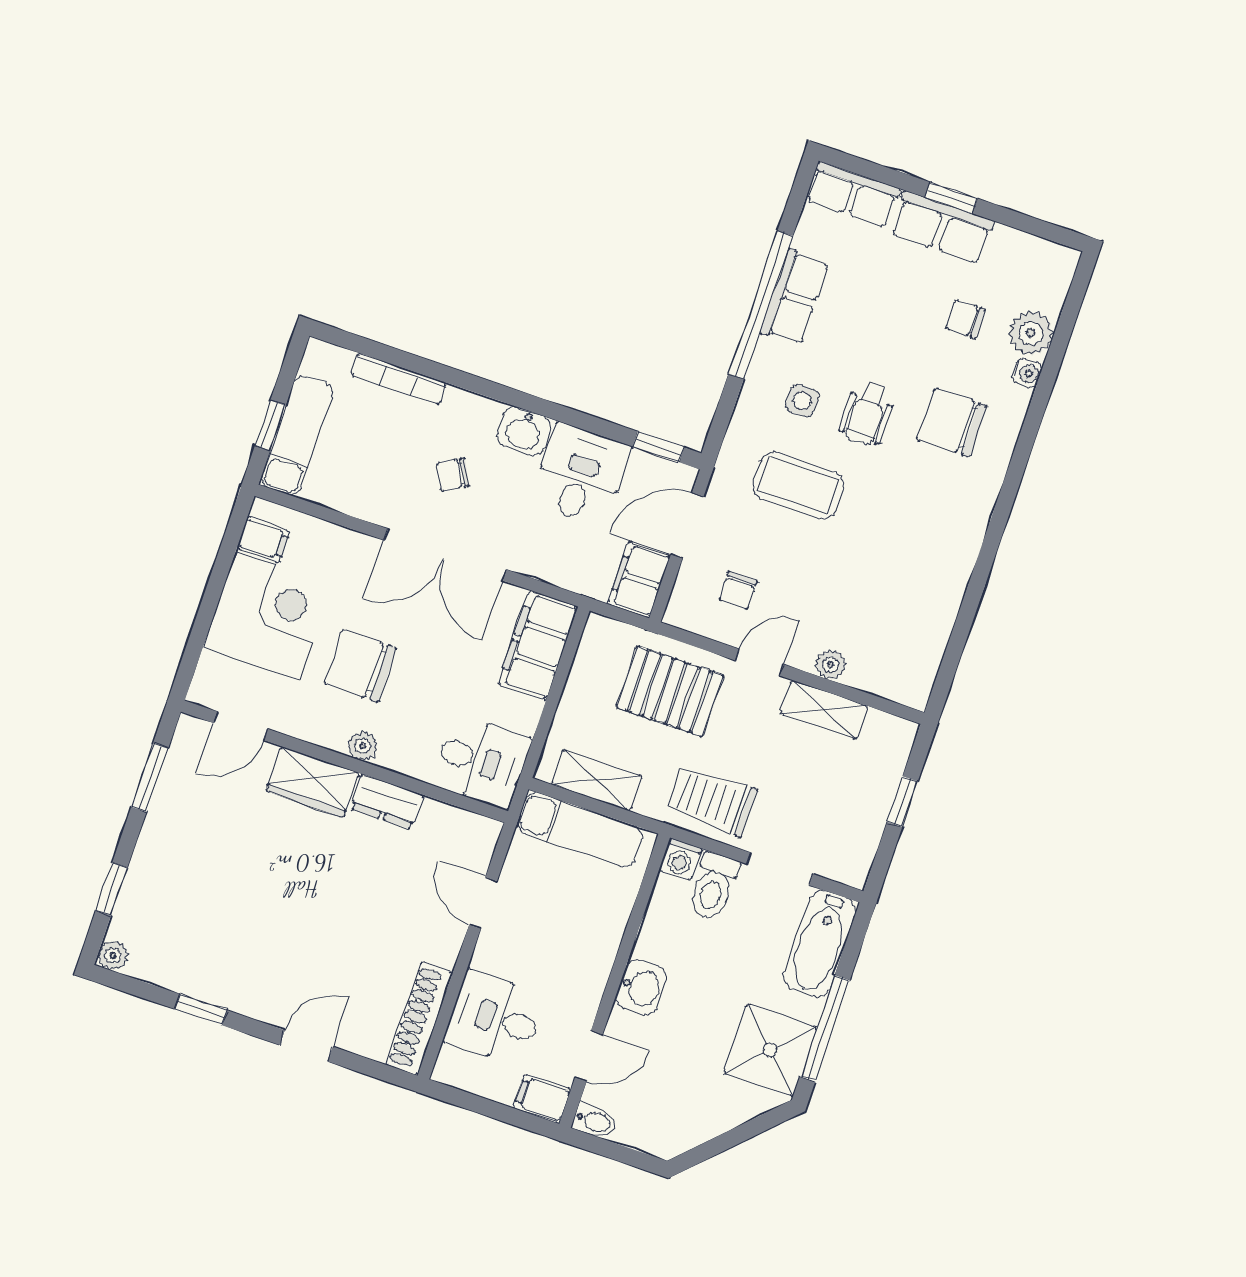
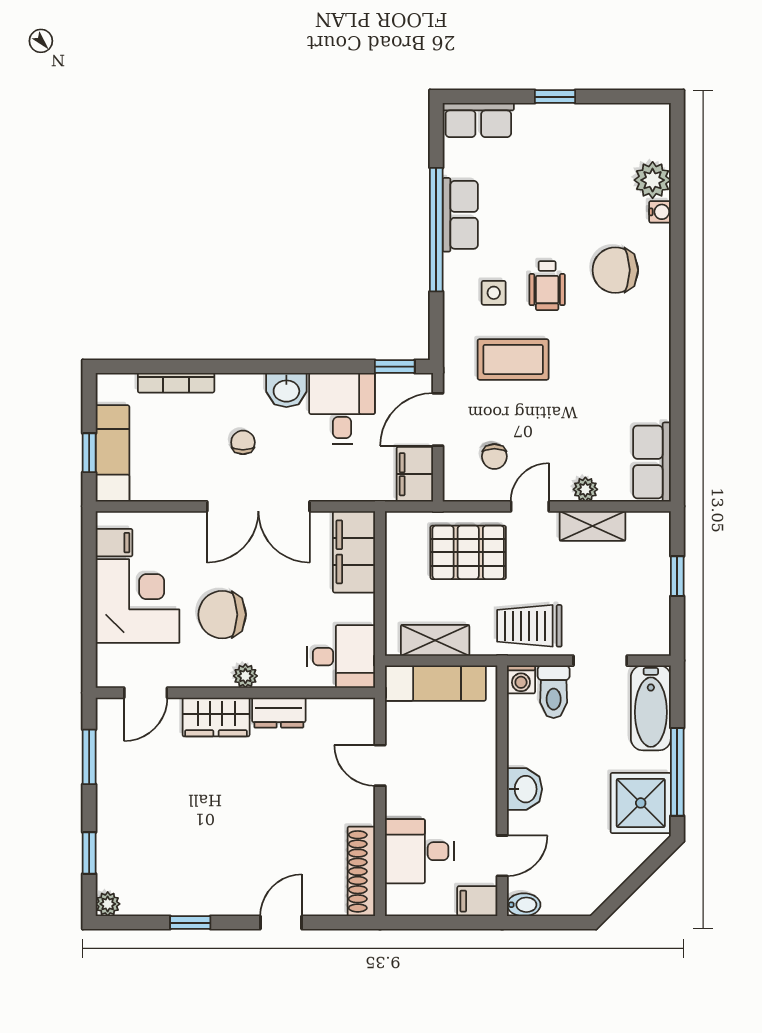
row of seats: (942, 227) -> (652, 462), moved, turned 90
chair: (965, 319) -> (598, 186), removed
chair: (453, 475) -> (243, 442), turned 118

